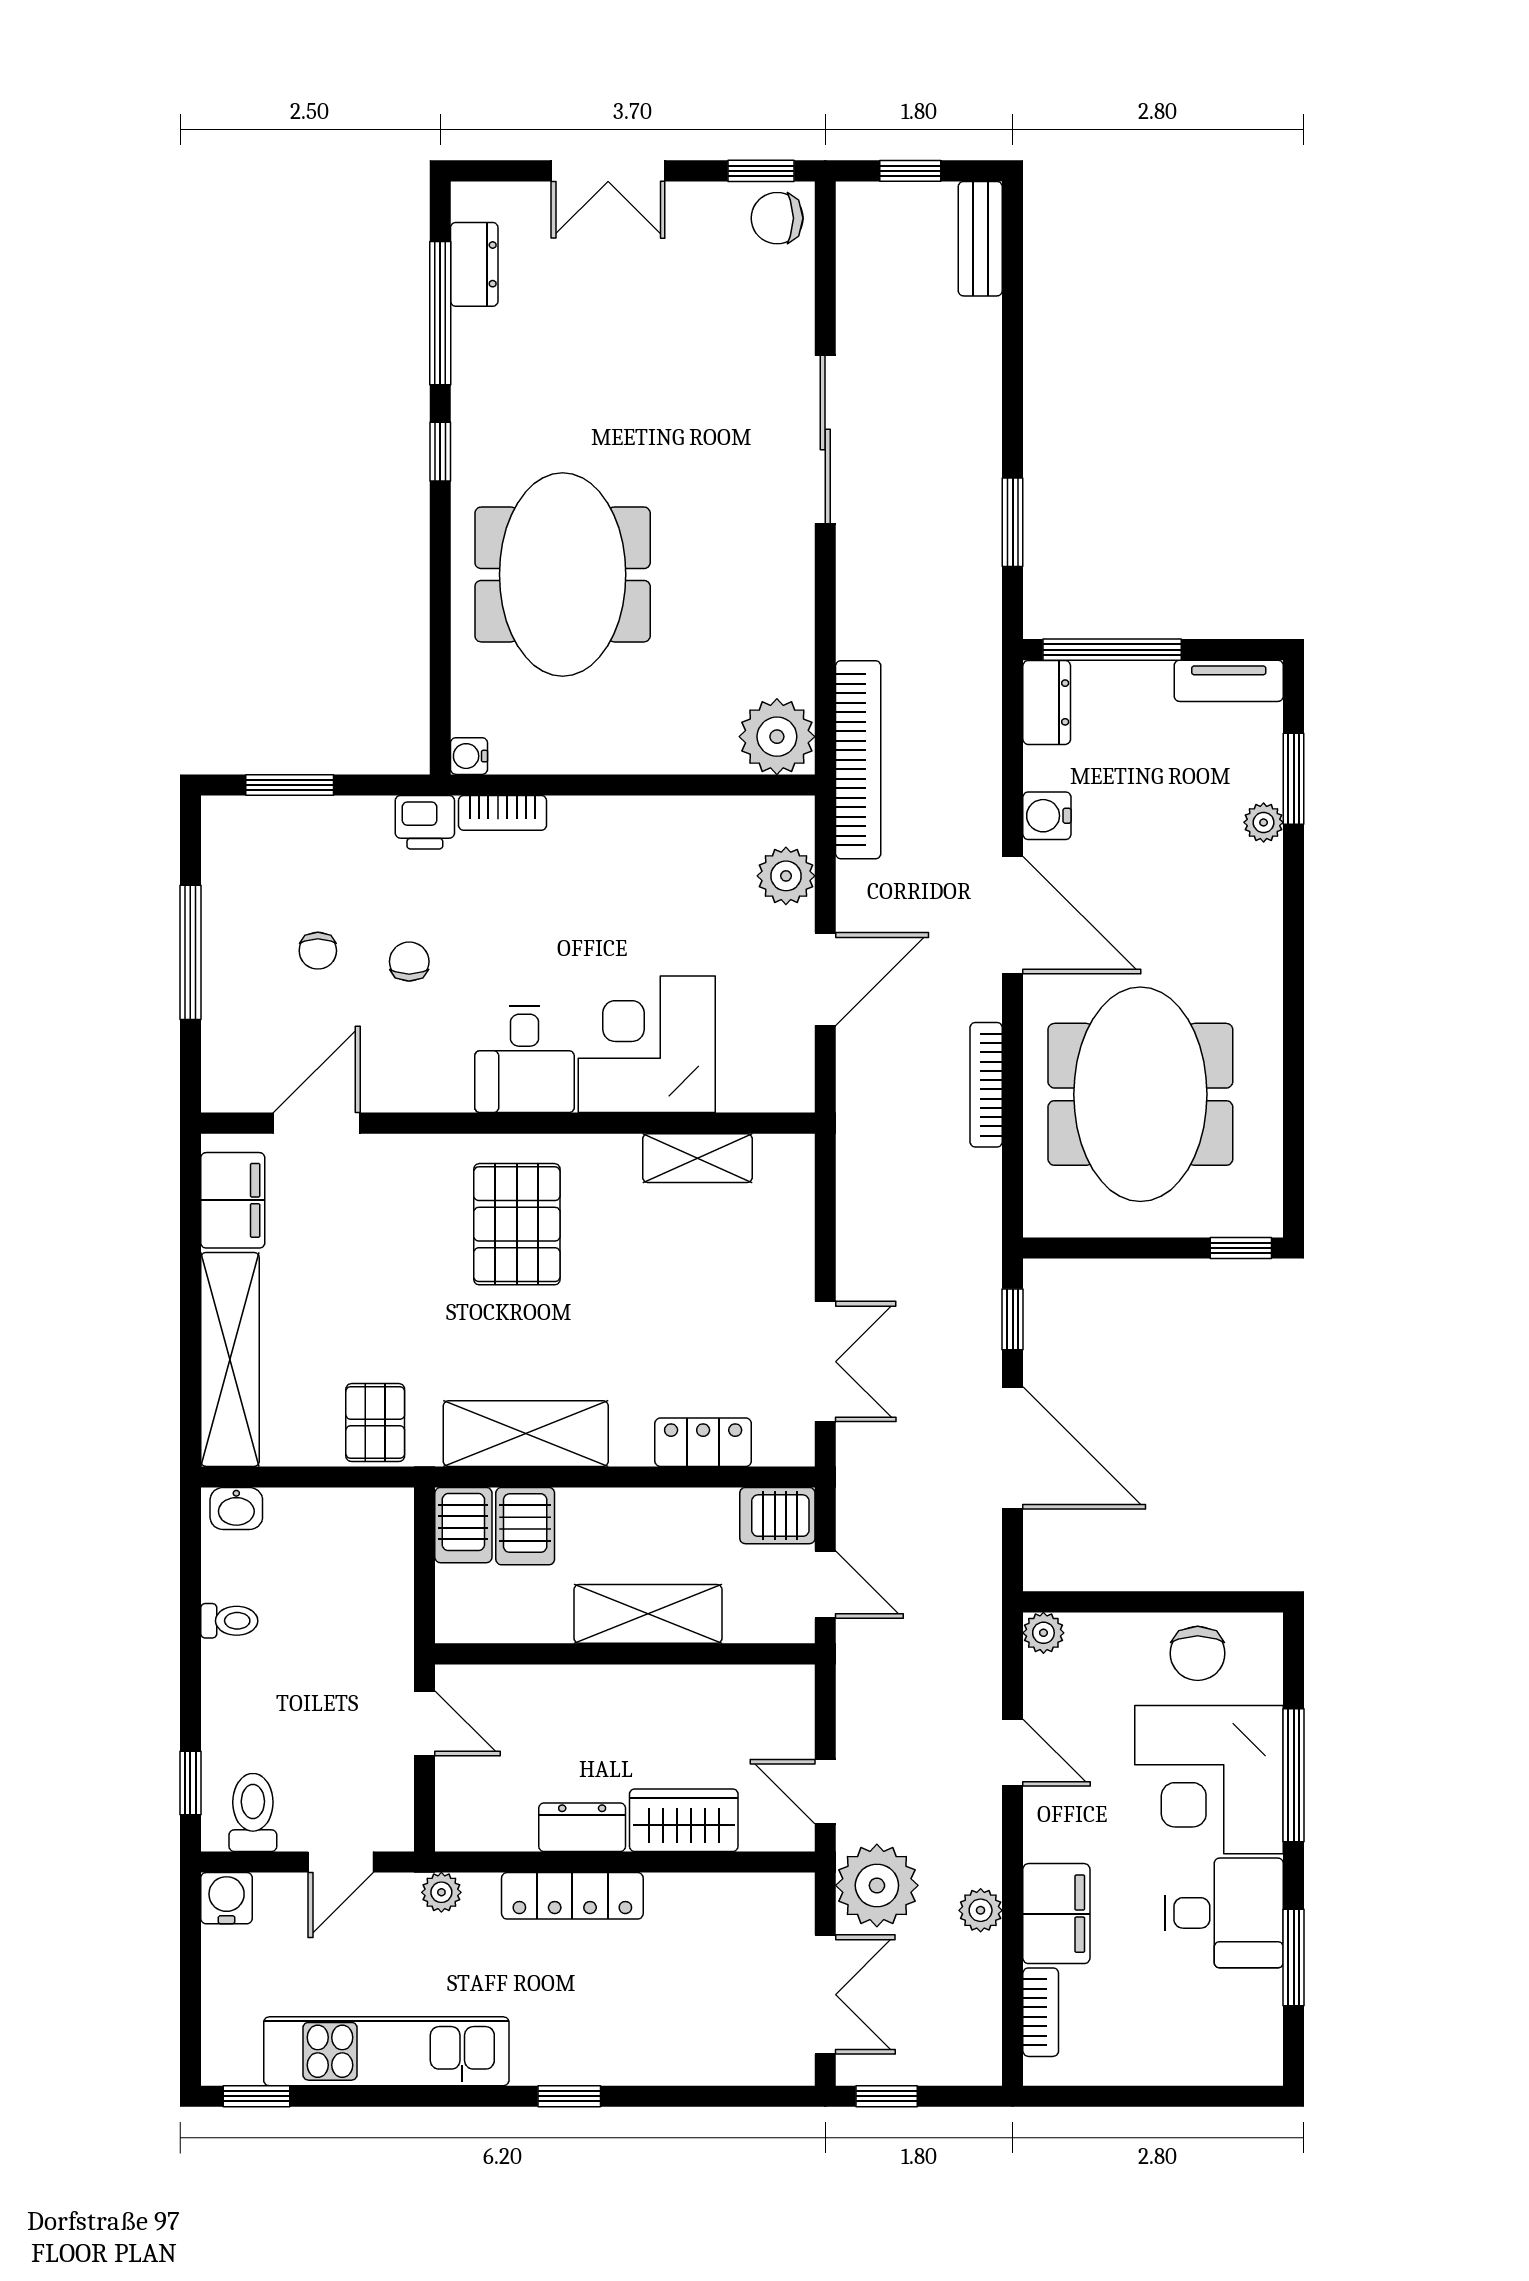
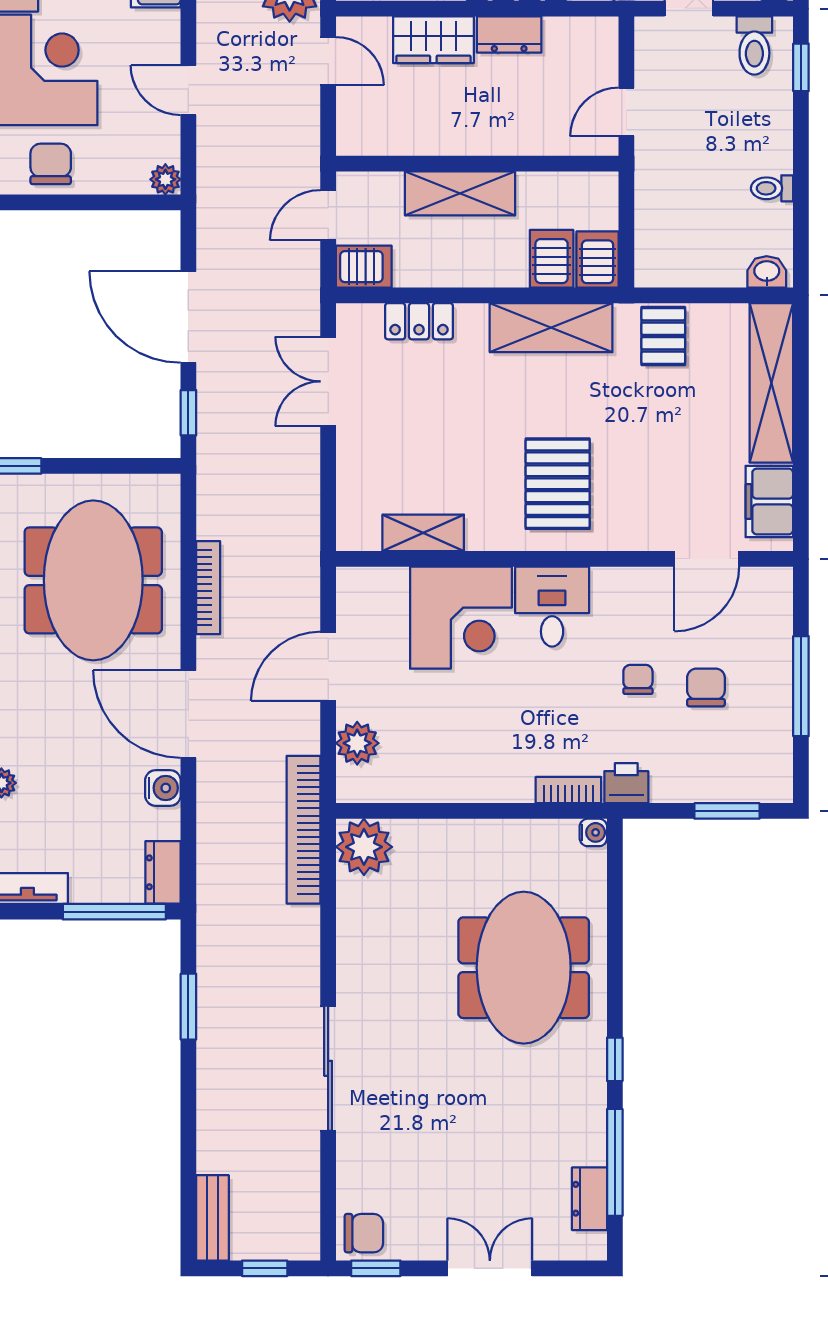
chair: (318, 951) -> (706, 687), width x1.37, depth x1.37
chair: (409, 962) -> (638, 679), turned 180
door: (825, 1585) -> (328, 215), hinge flipped
door: (425, 1723) -> (626, 112), hinge flipped

